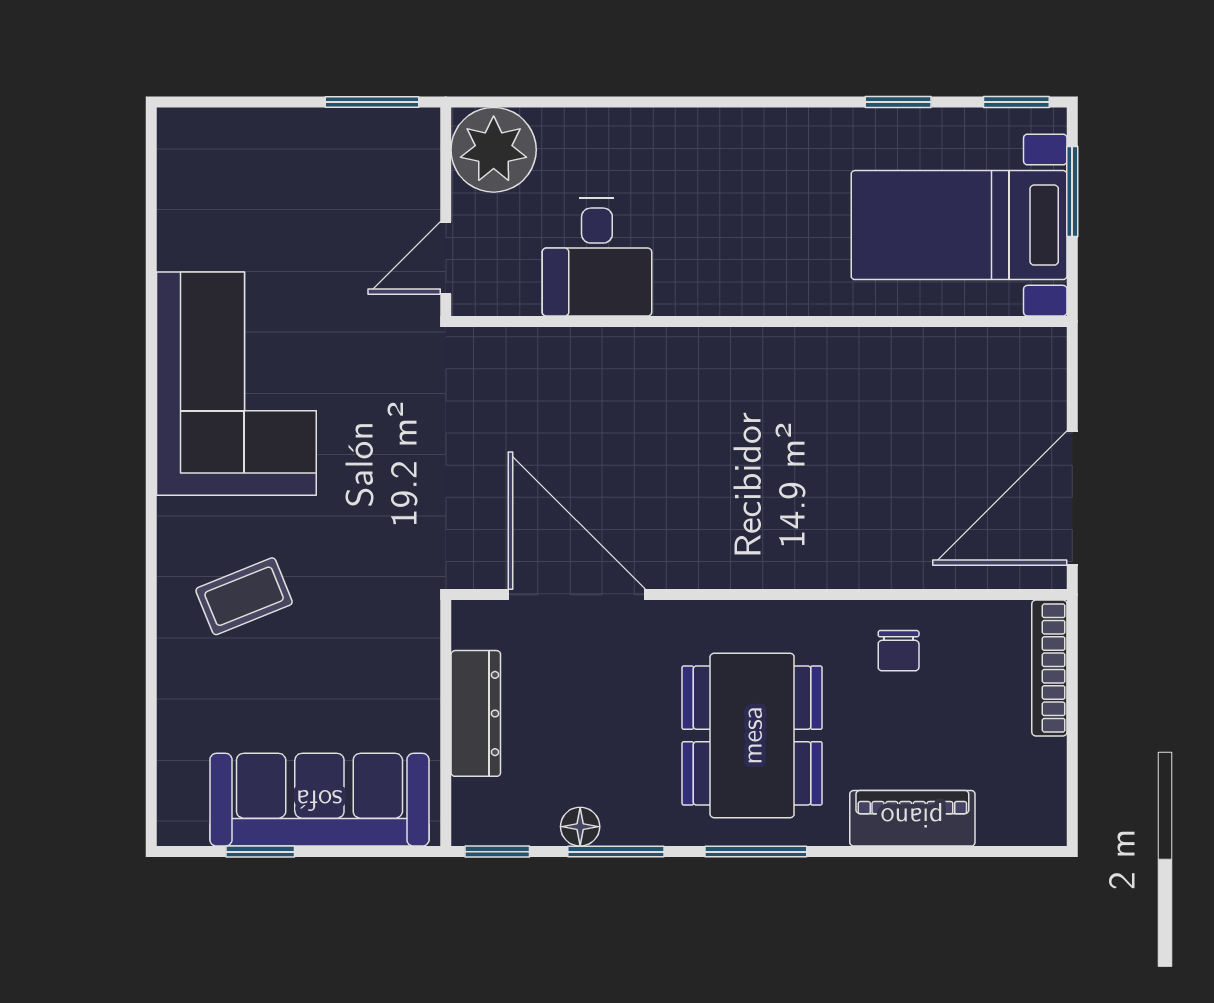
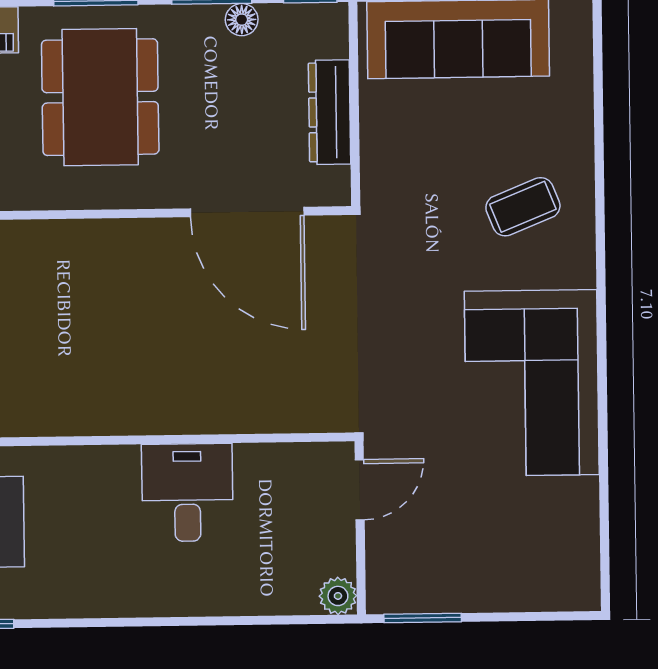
plant: (494, 150) -> (338, 596), width x0.53, depth x0.53
desk: (597, 257) -> (187, 492), moved

